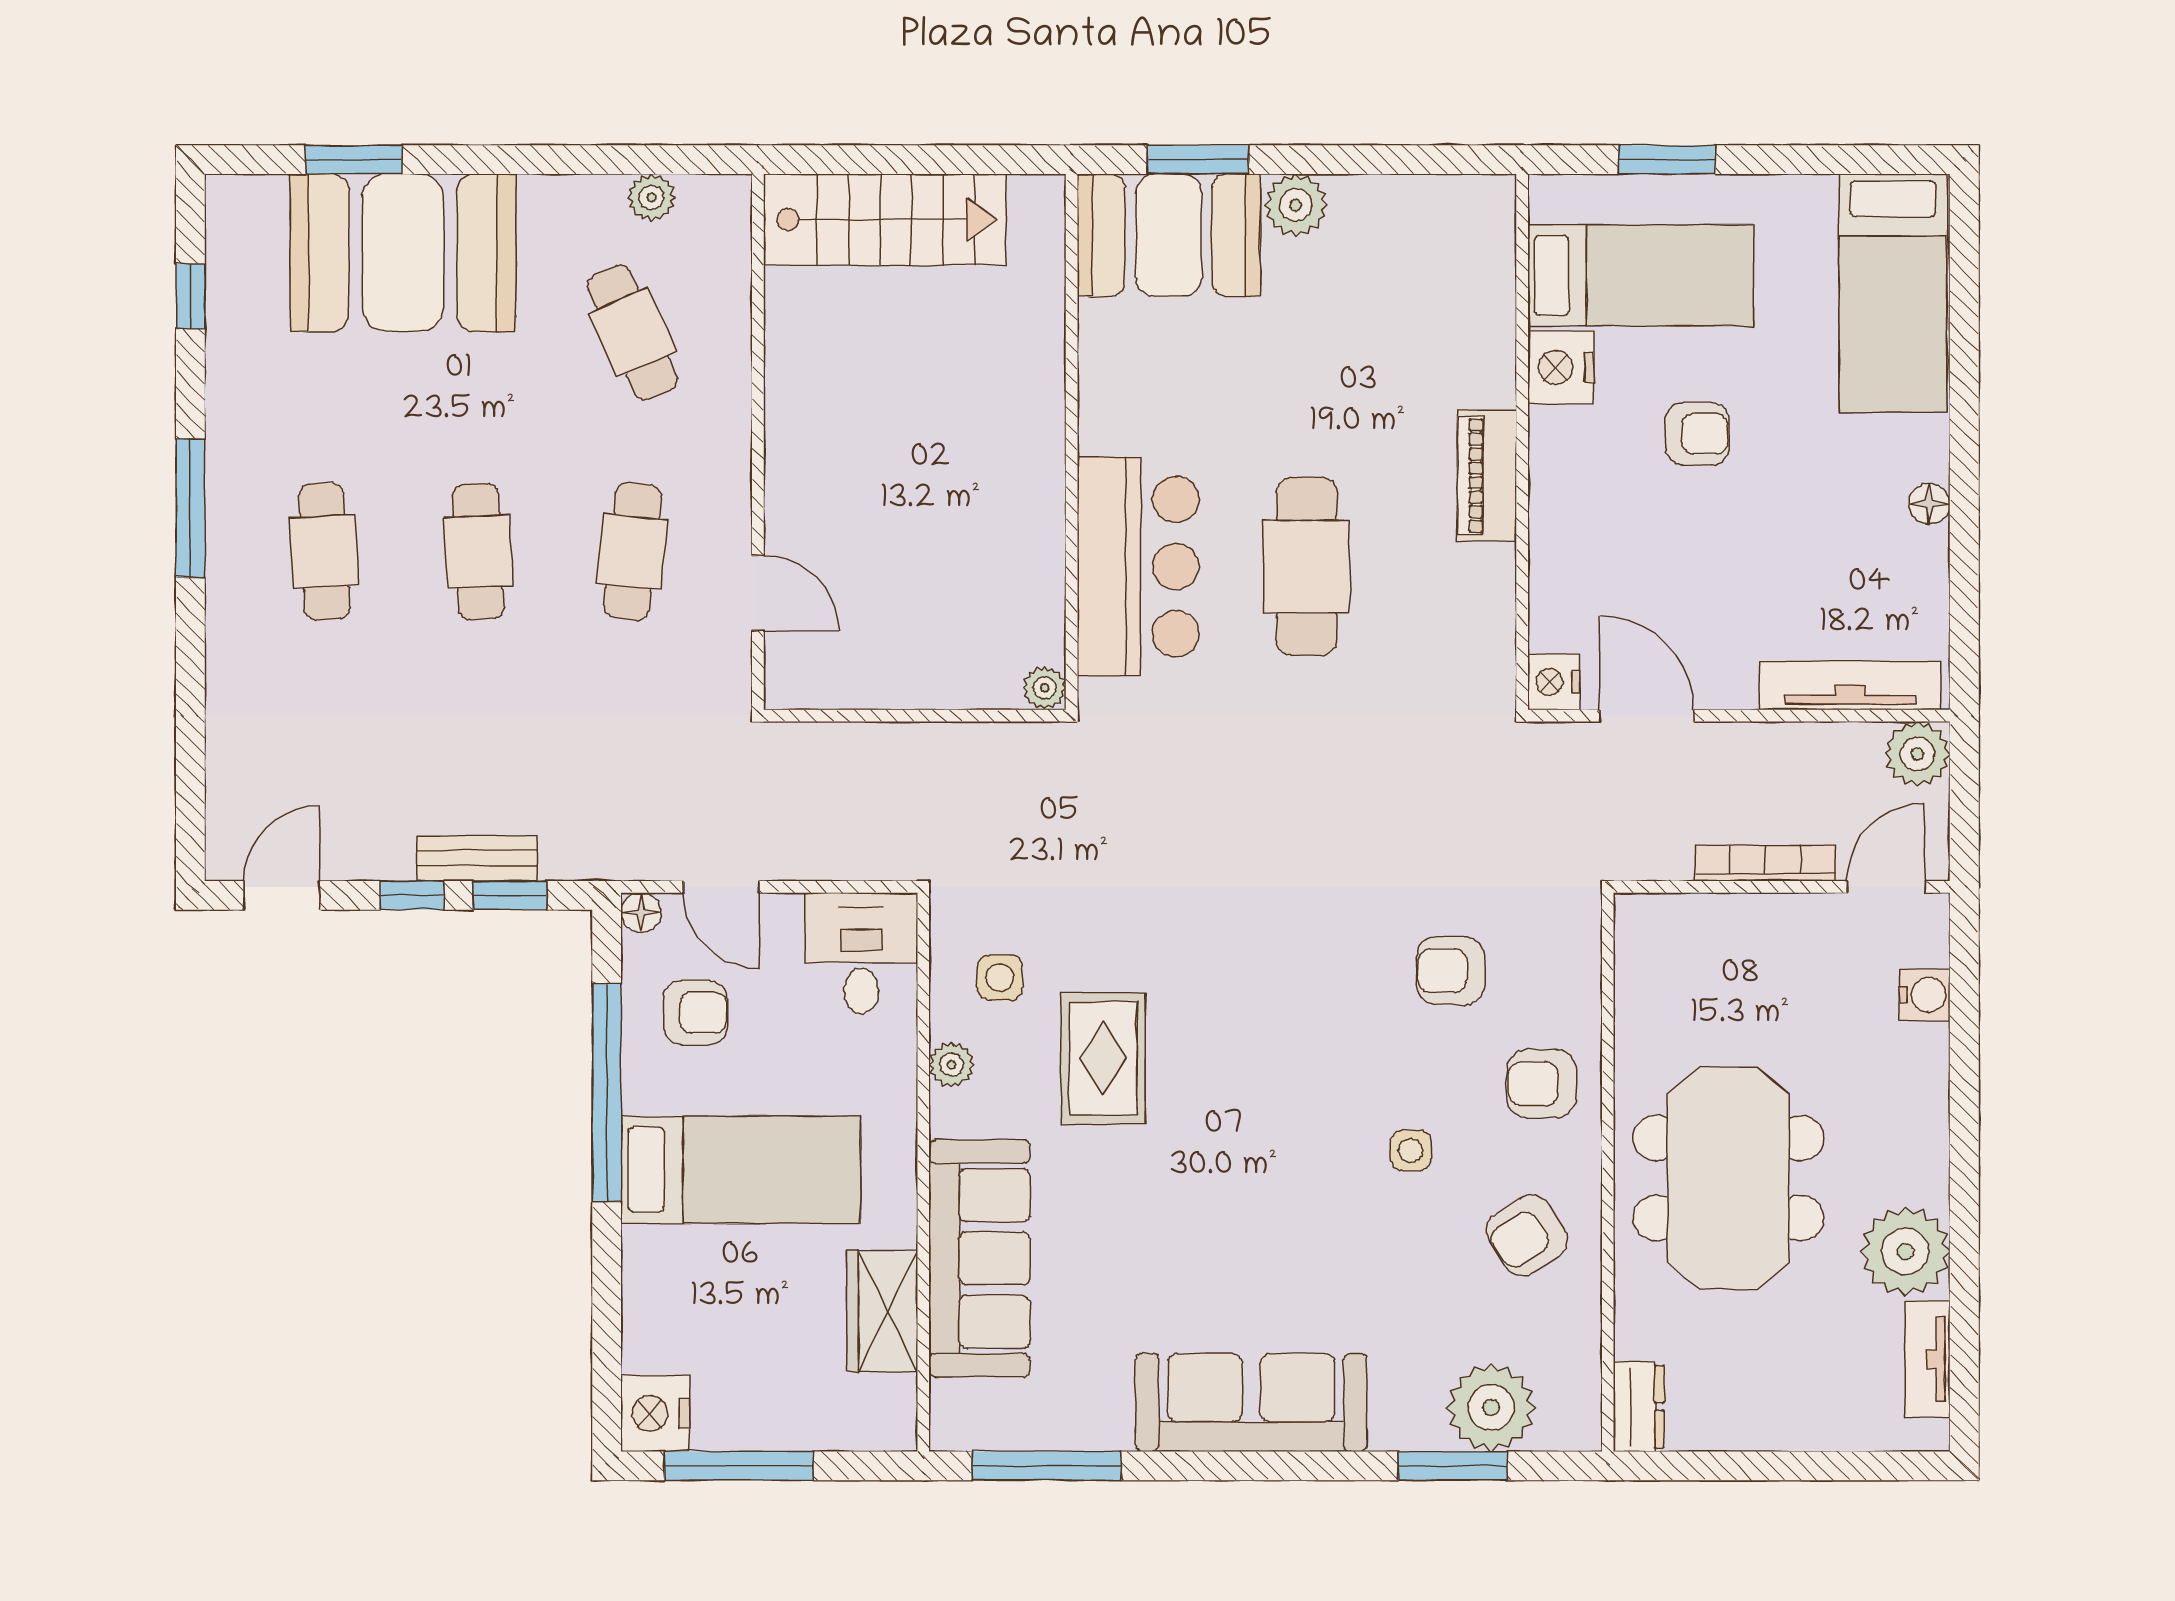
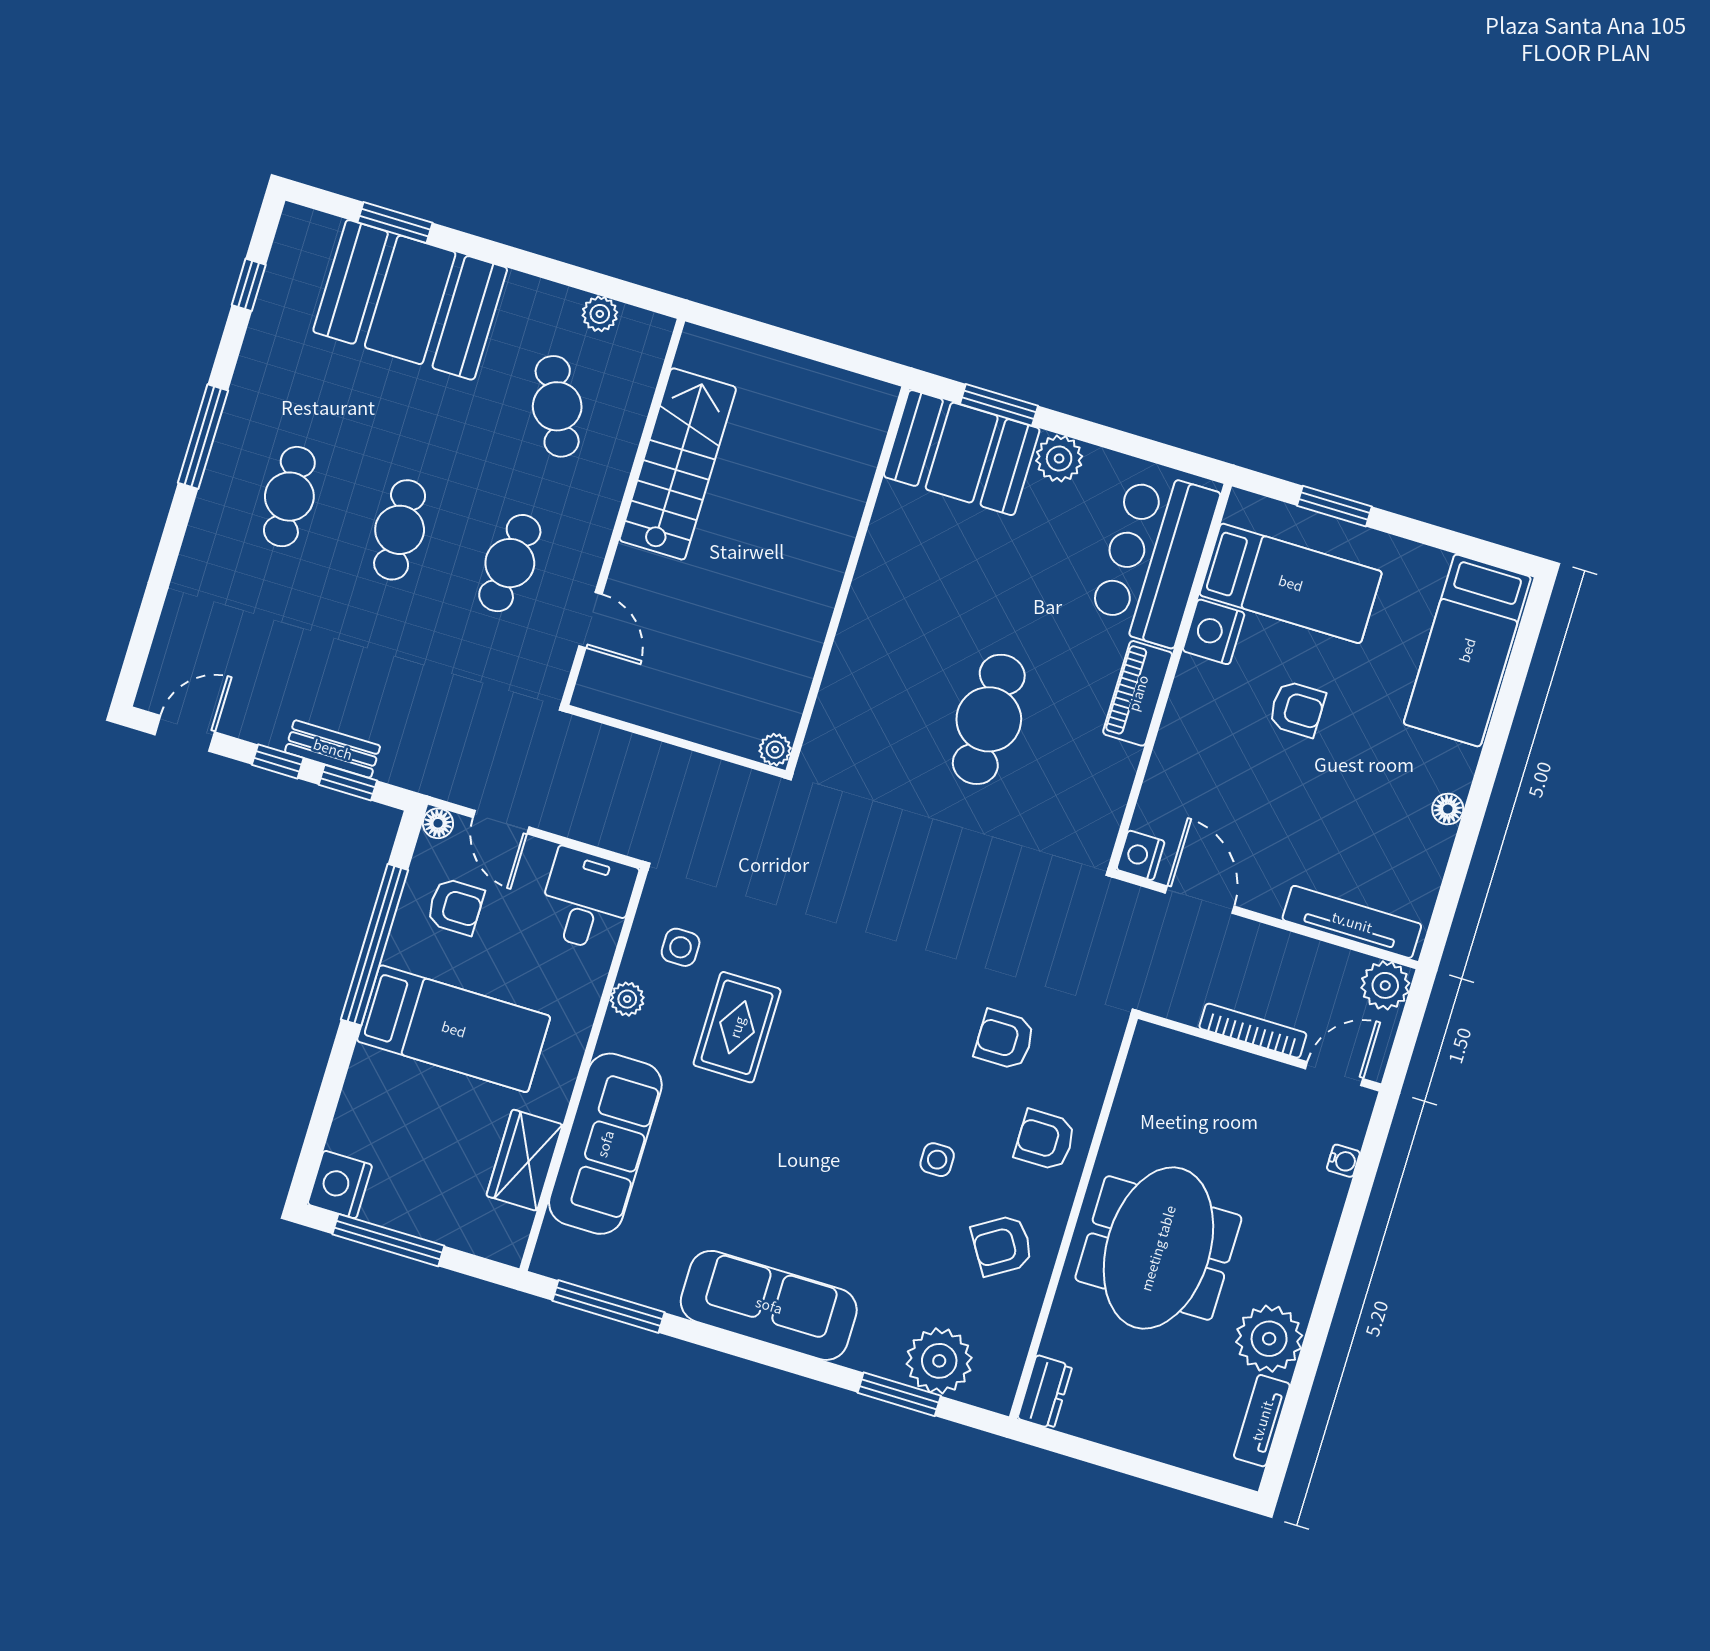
stairs: (885, 220) -> (678, 464), moved, turned -90
bar counter: (1138, 566) -> (1154, 558), moved, turned 180
water cooler: (1925, 995) -> (1343, 1161), width x0.72, depth x0.72

